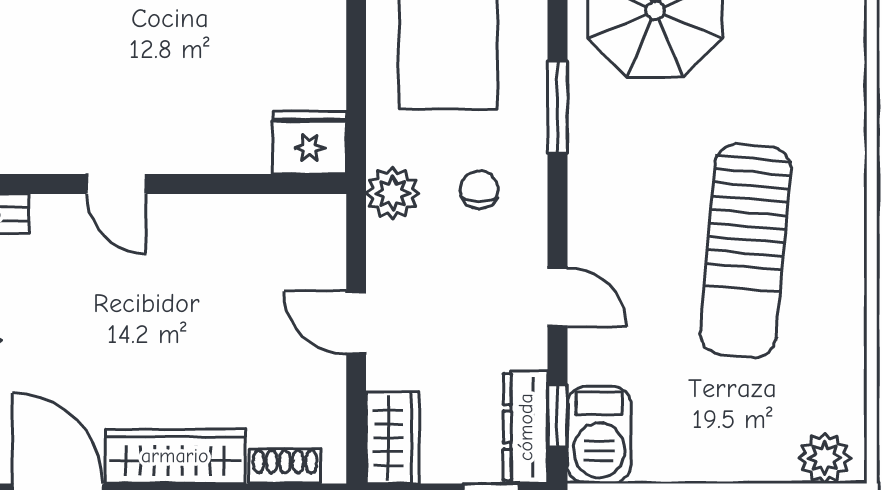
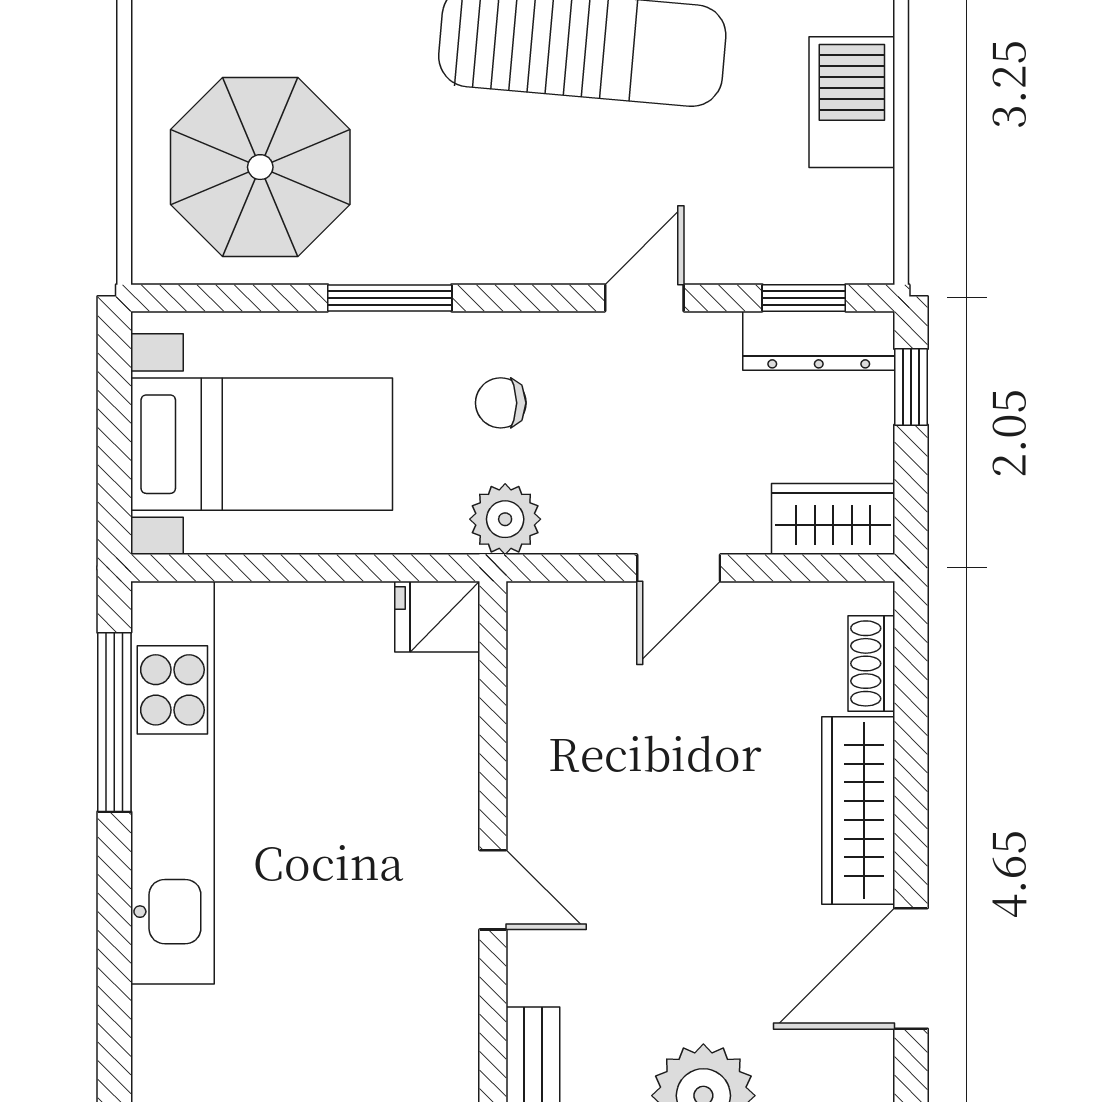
fridge: (310, 143) -> (437, 617), width x0.72
door: (116, 184) -> (493, 890), hinge flipped
barbecue: (599, 435) -> (852, 102), moved, turned -90

